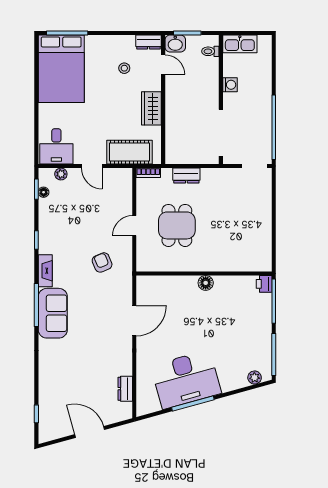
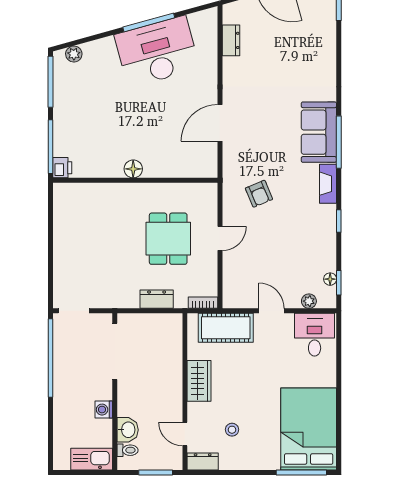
washbasin: (175, 43) -> (128, 430), moved, turned 90

